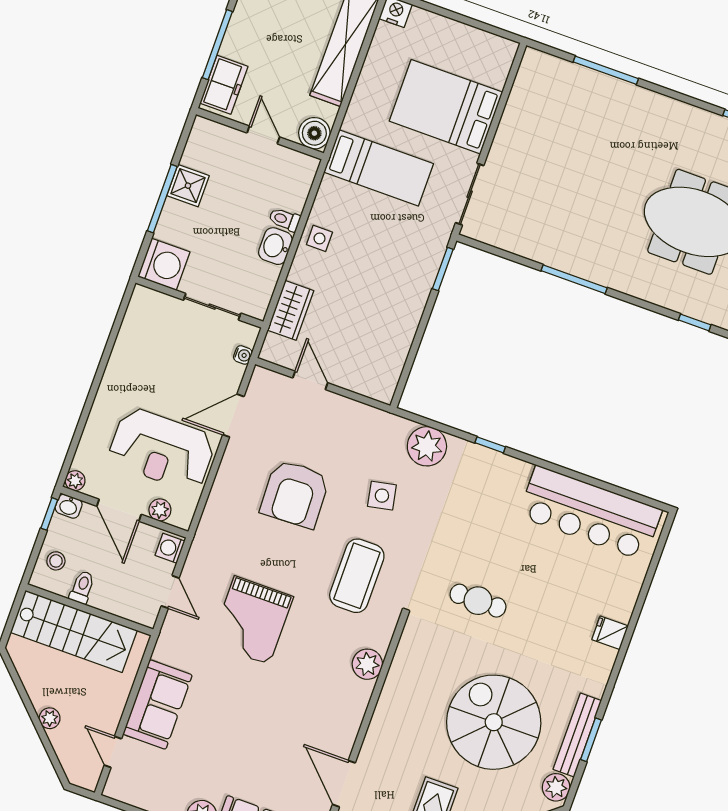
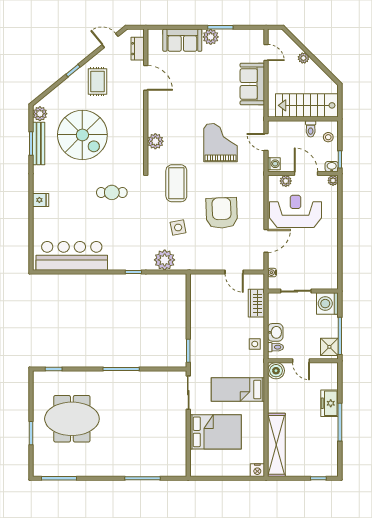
boiler: (314, 133) -> (276, 371), moved
wall: (260, 134) -> (303, 361), moved
door: (263, 135) -> (301, 361), moved

